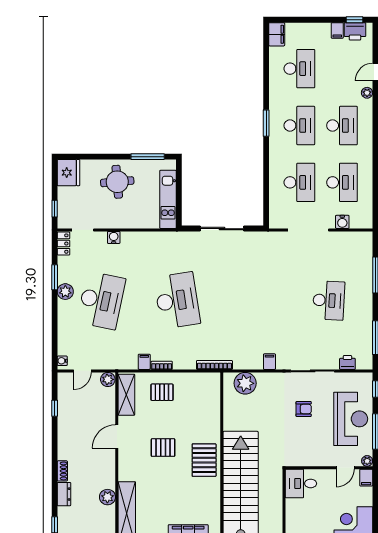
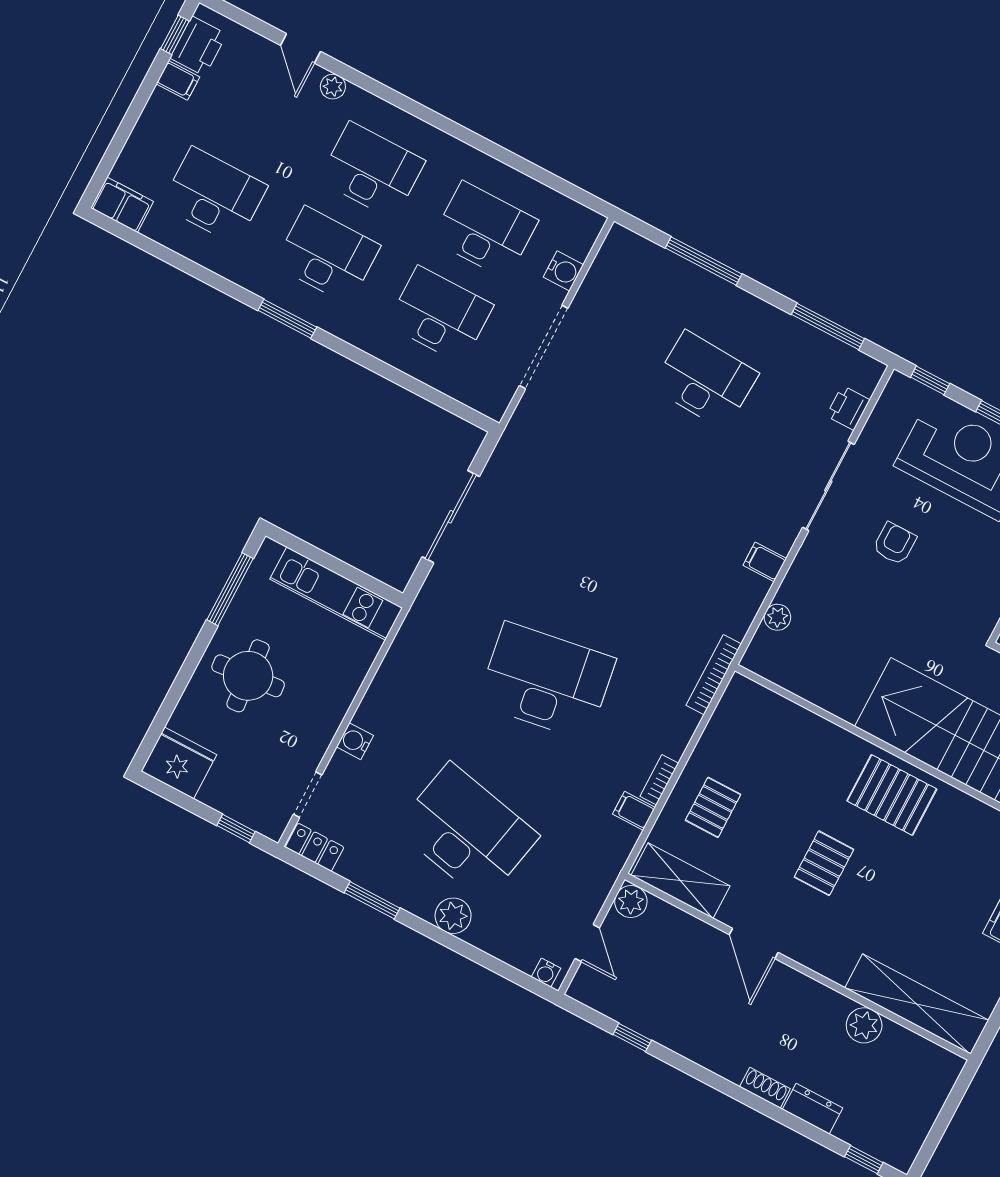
plant: (65, 292) -> (453, 916), moved
plant: (245, 383) -> (777, 617), width x0.53, depth x0.53

